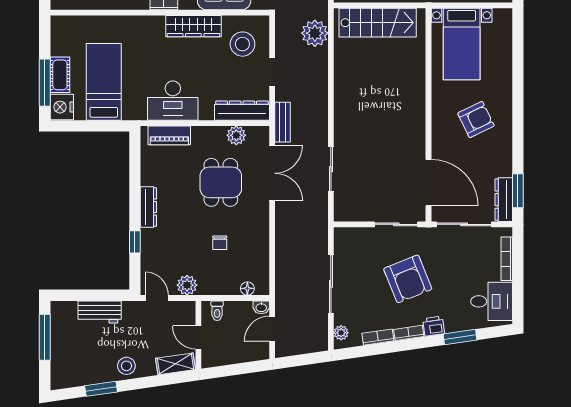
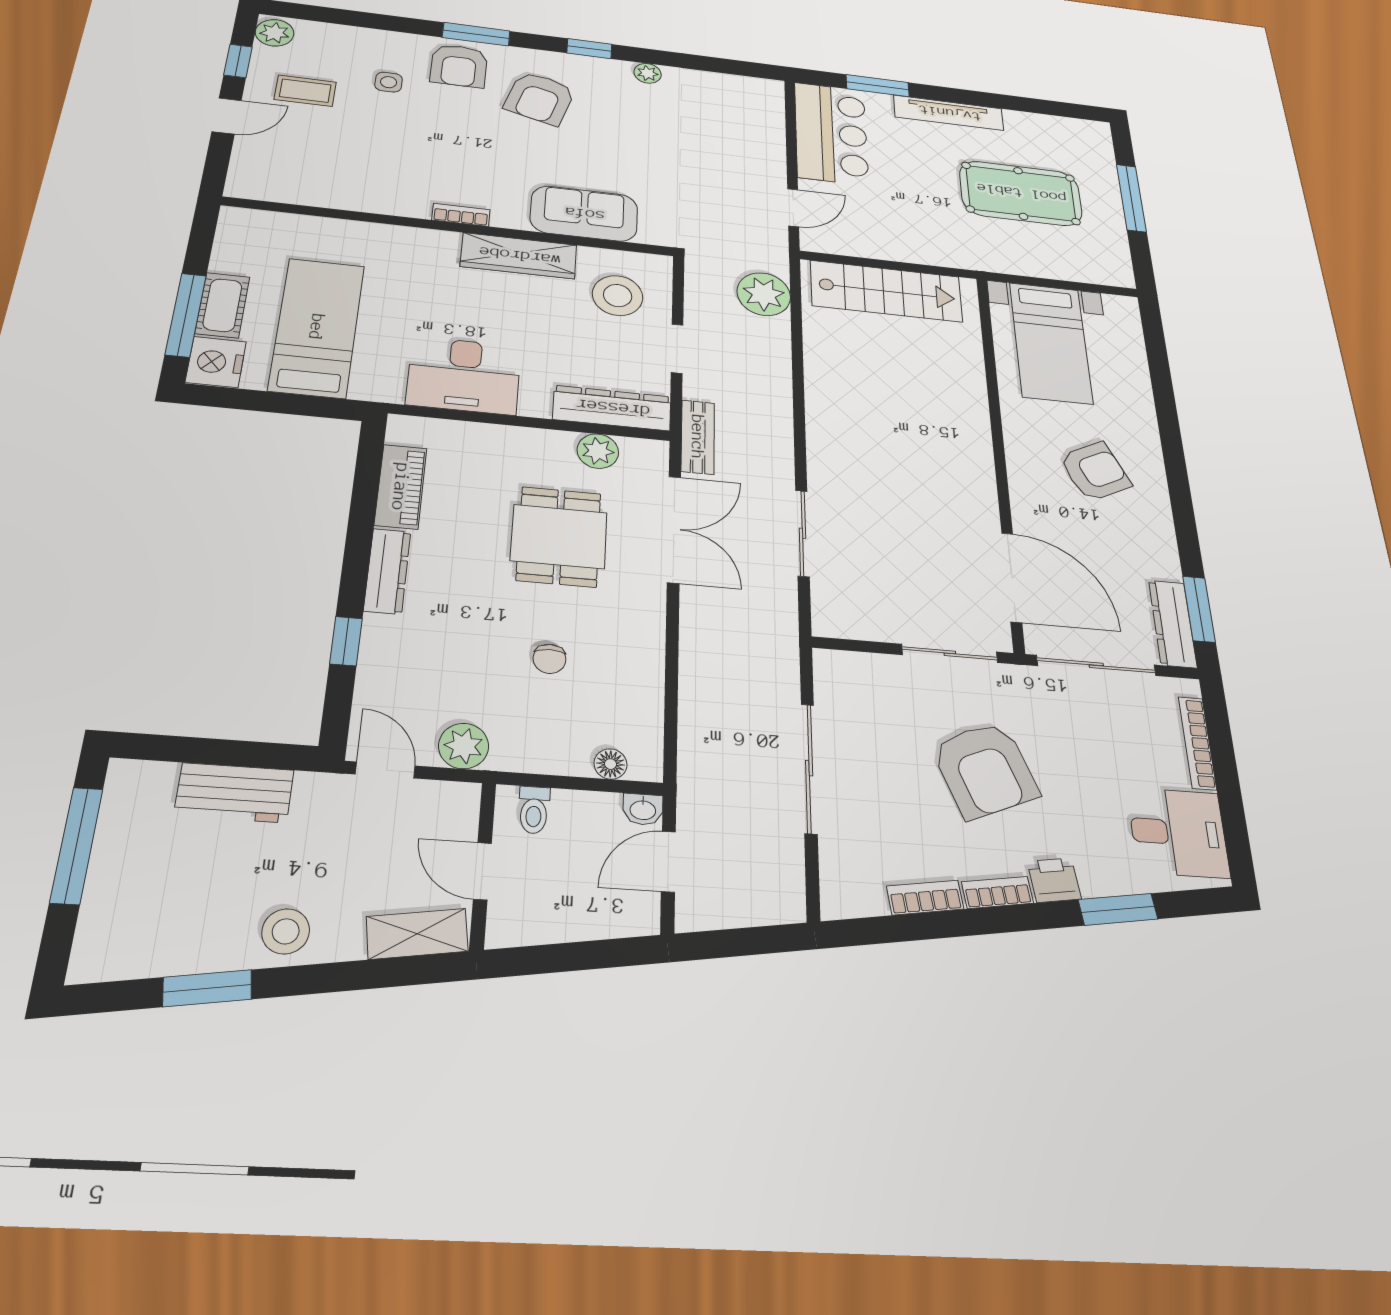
piano: (169, 135) -> (401, 487), moved, turned -90
plant: (341, 333) -> (837, 882), removed

